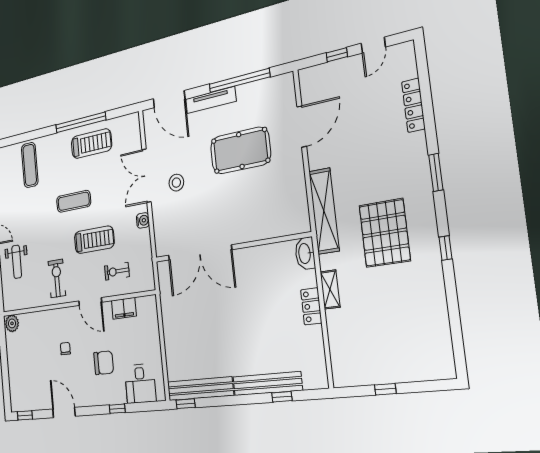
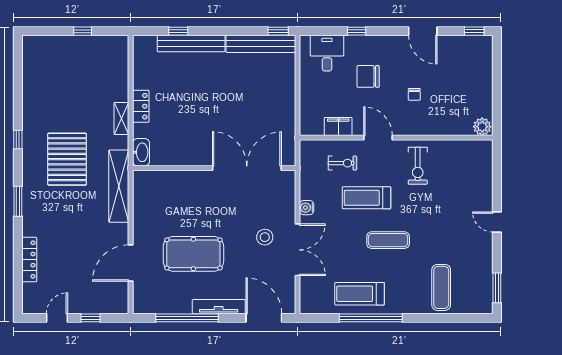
weight bench: (17, 262) -> (469, 190), removed

